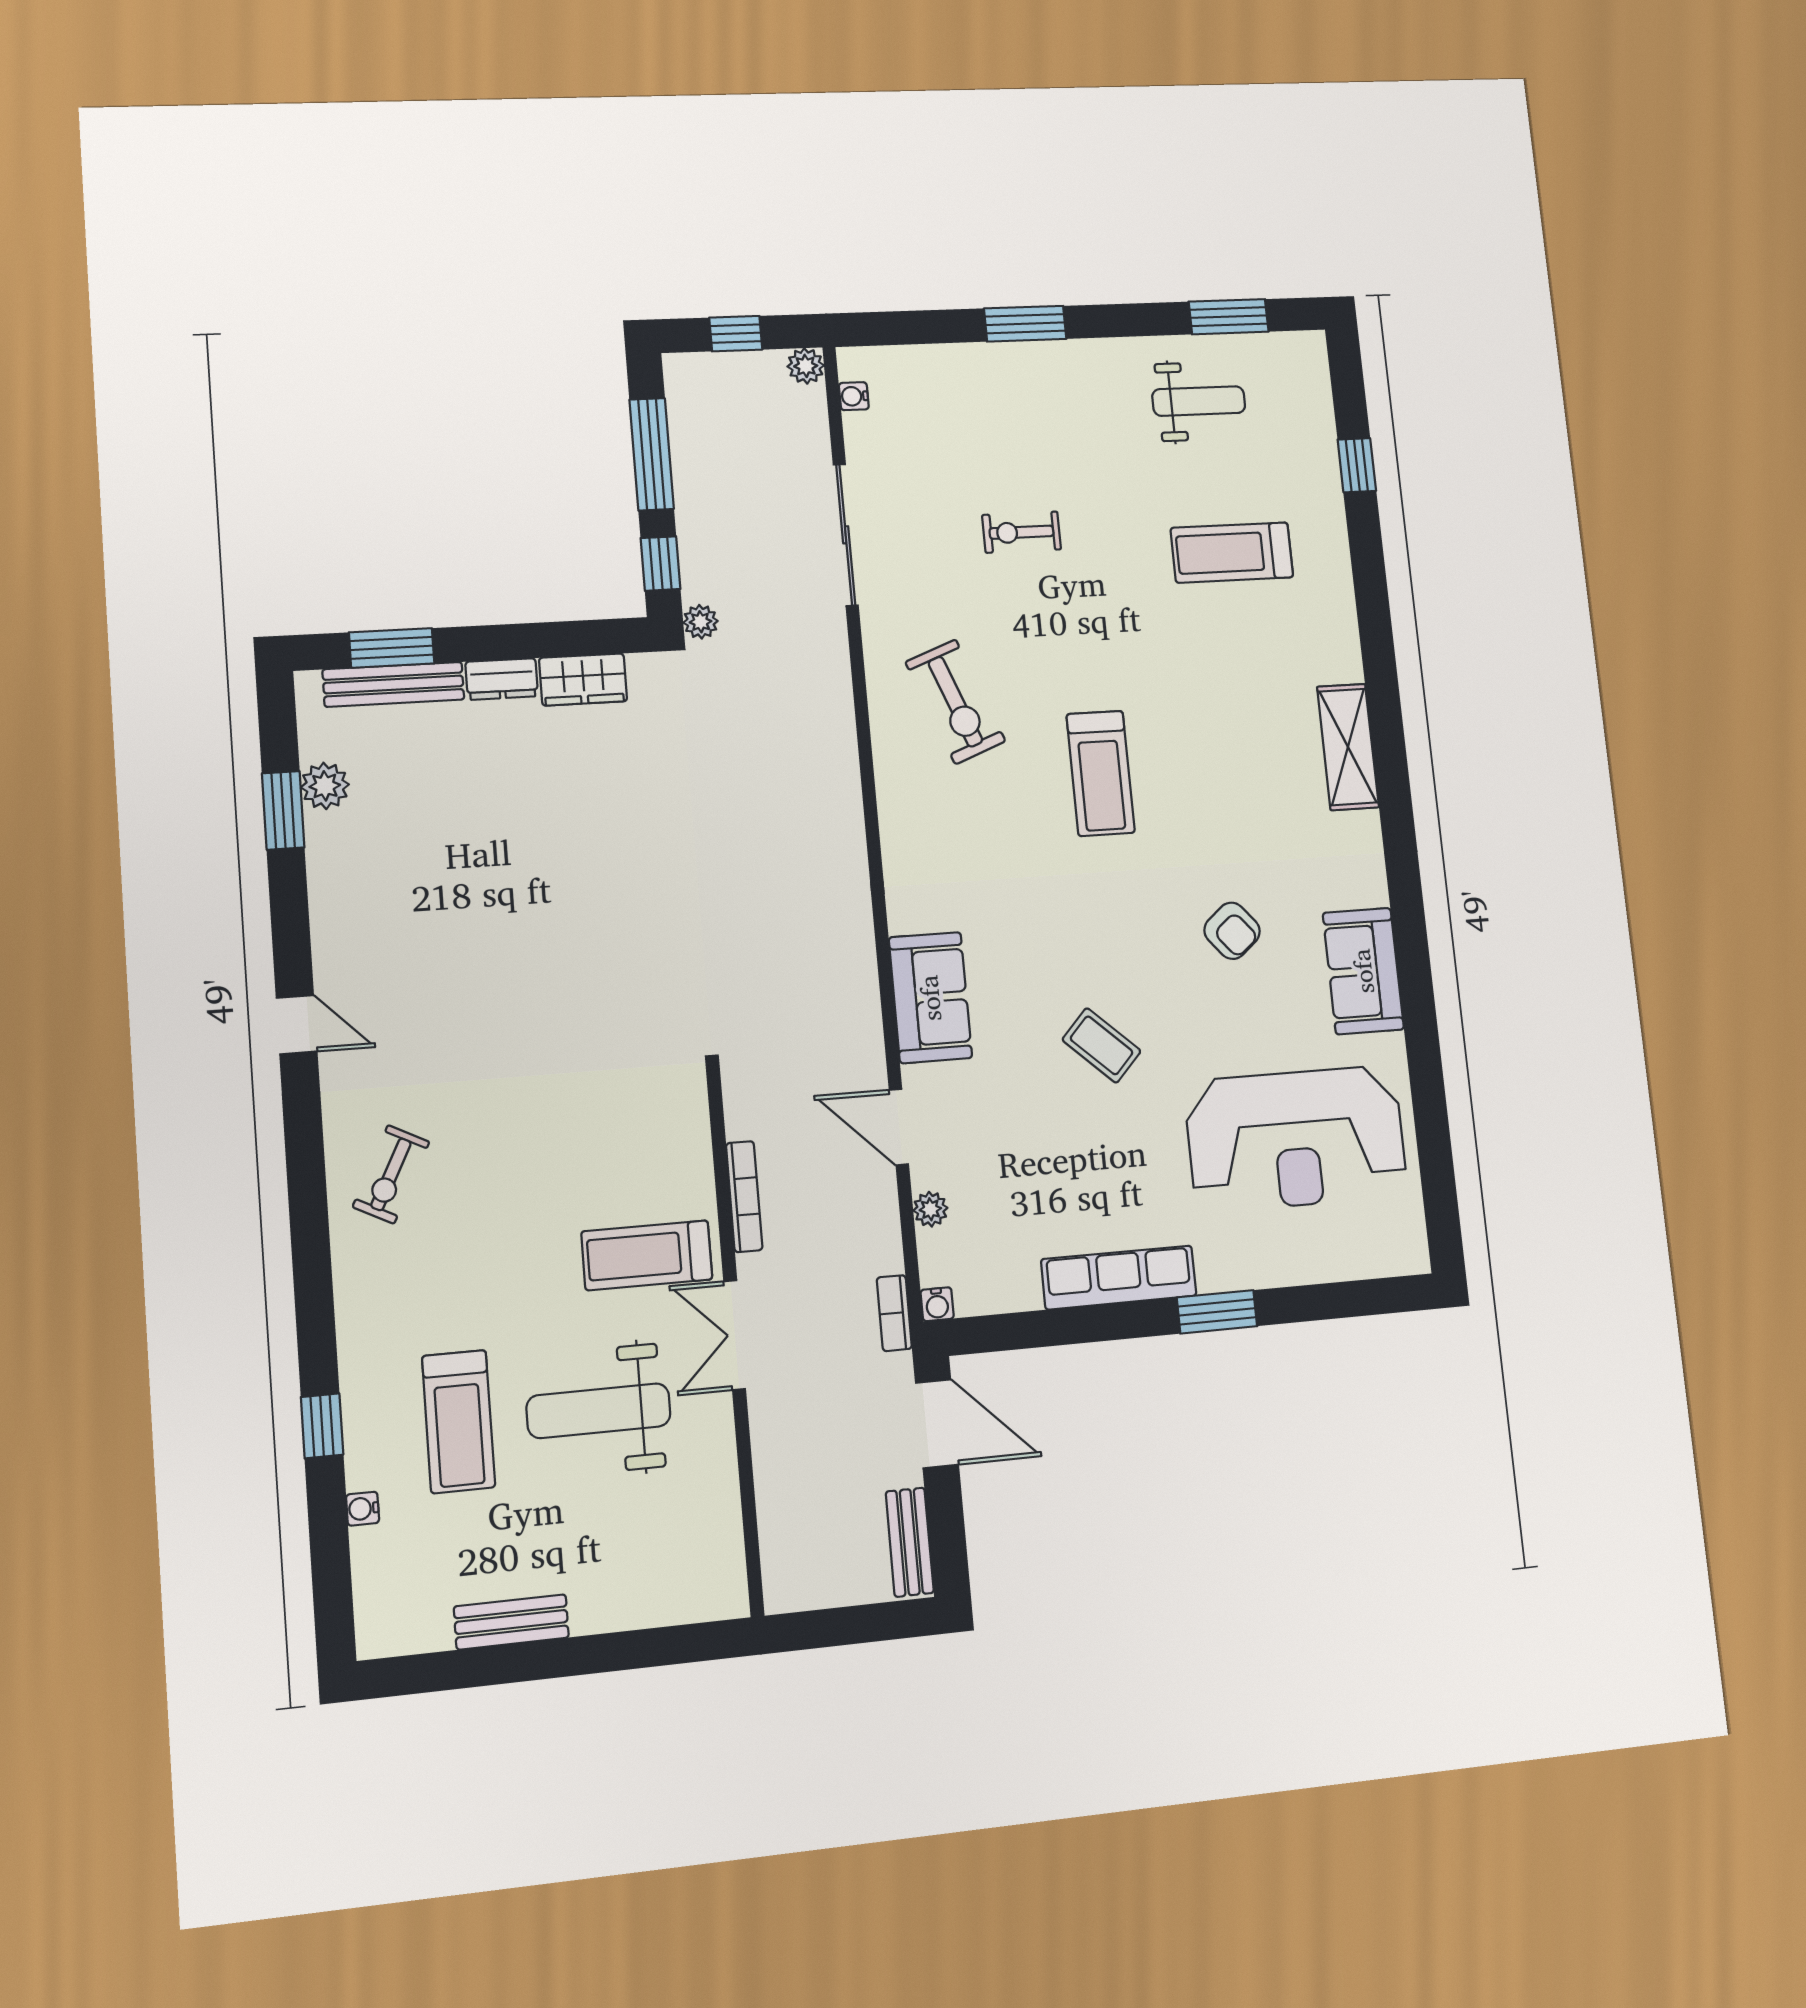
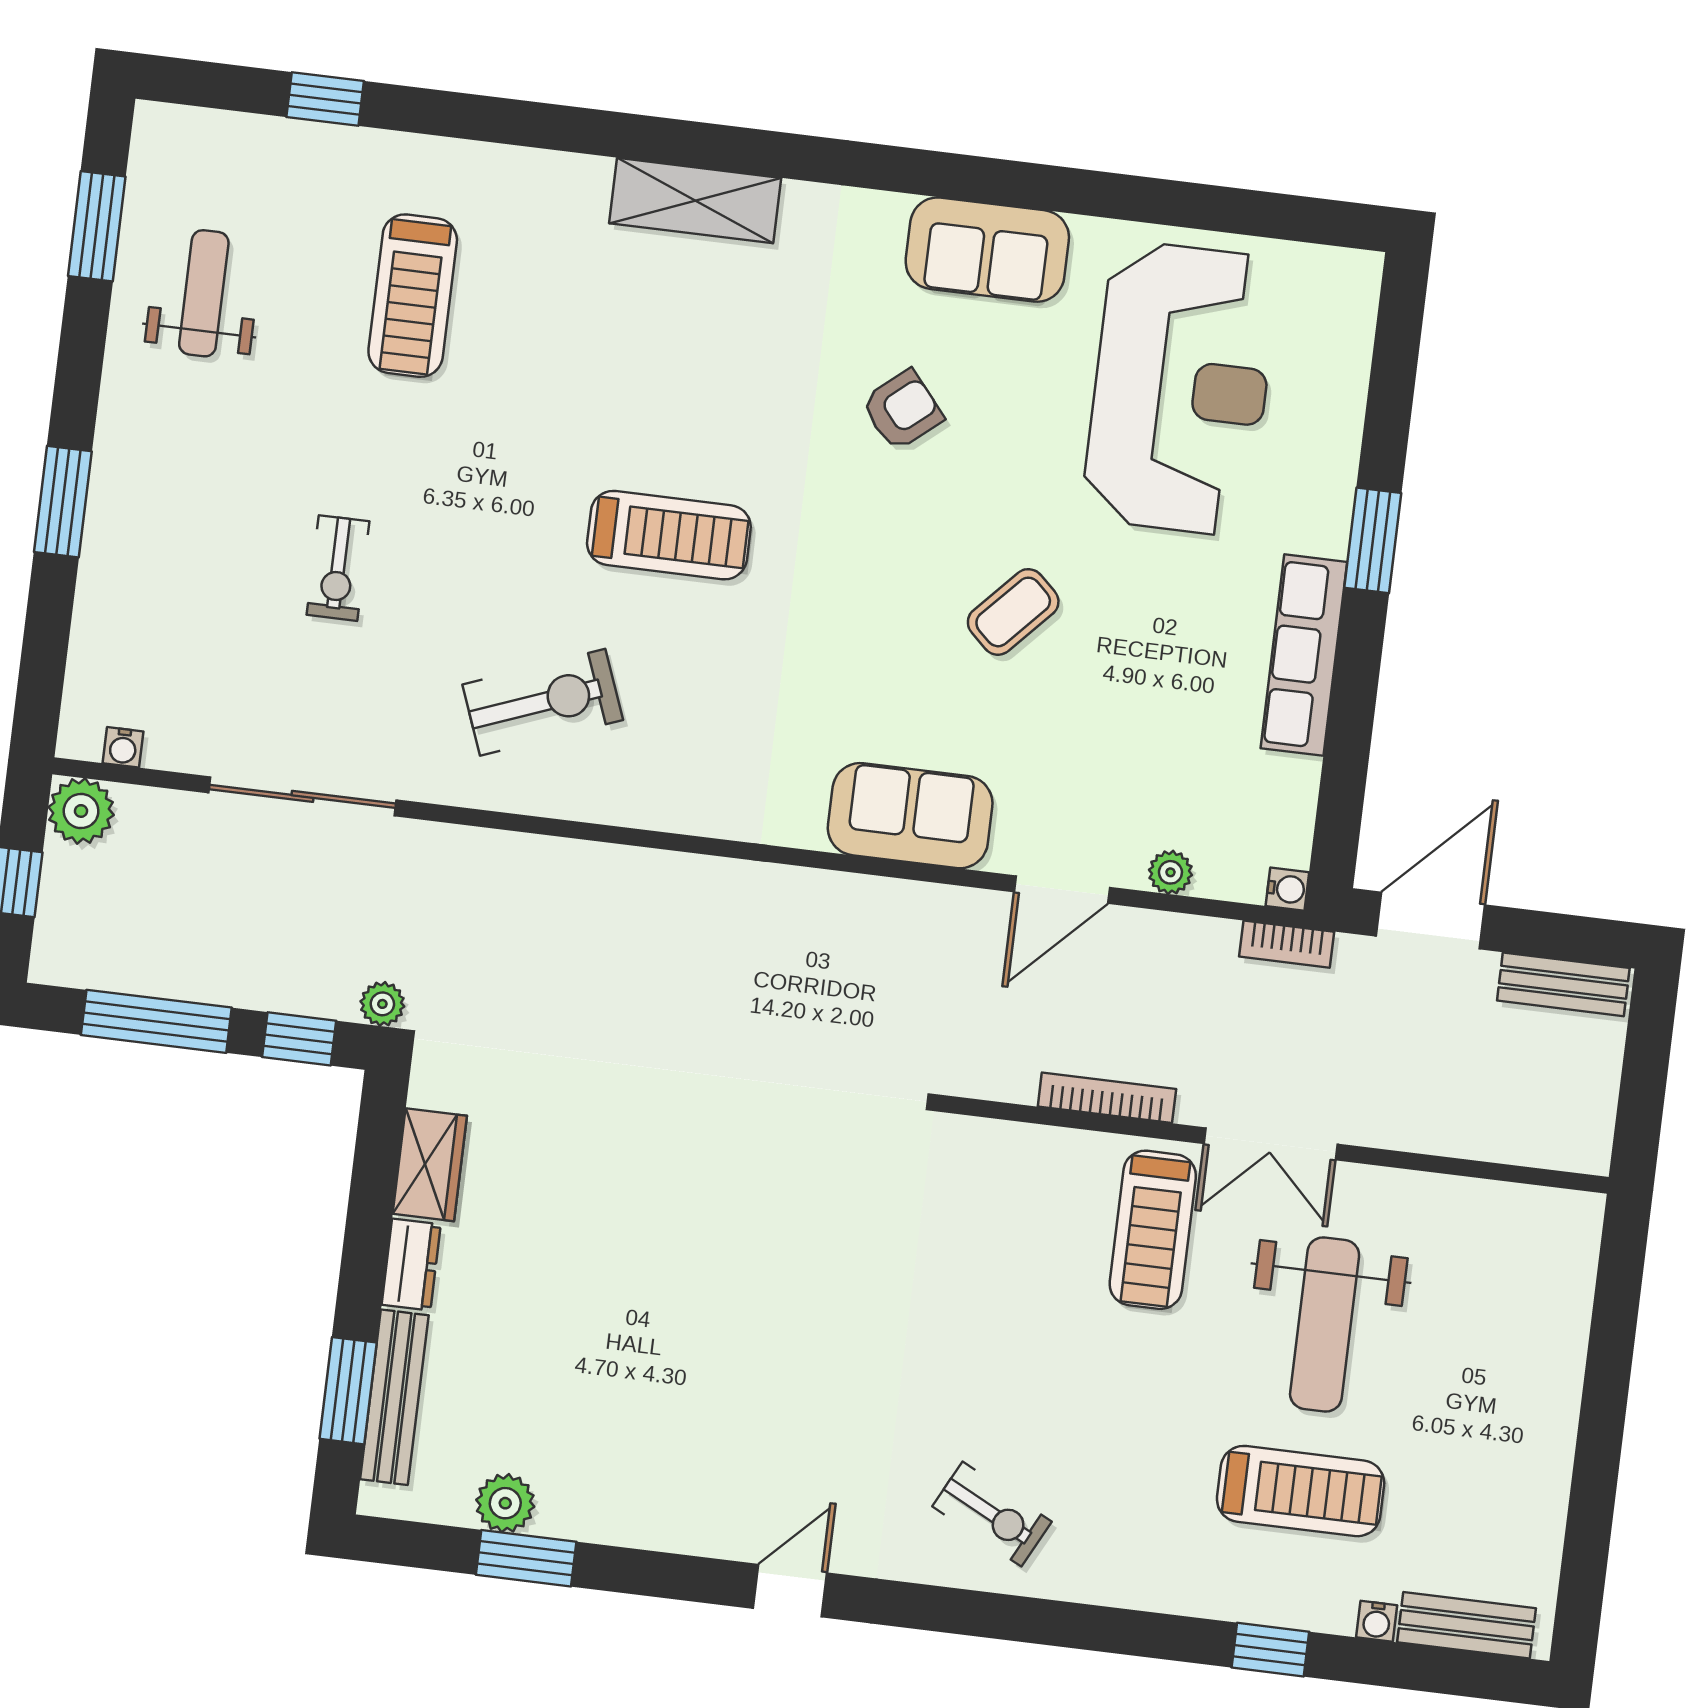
plant: (806, 366) -> (81, 811), width x1.38, depth x1.38
bench: (511, 1622) -> (1467, 1625), moved, turned 90

